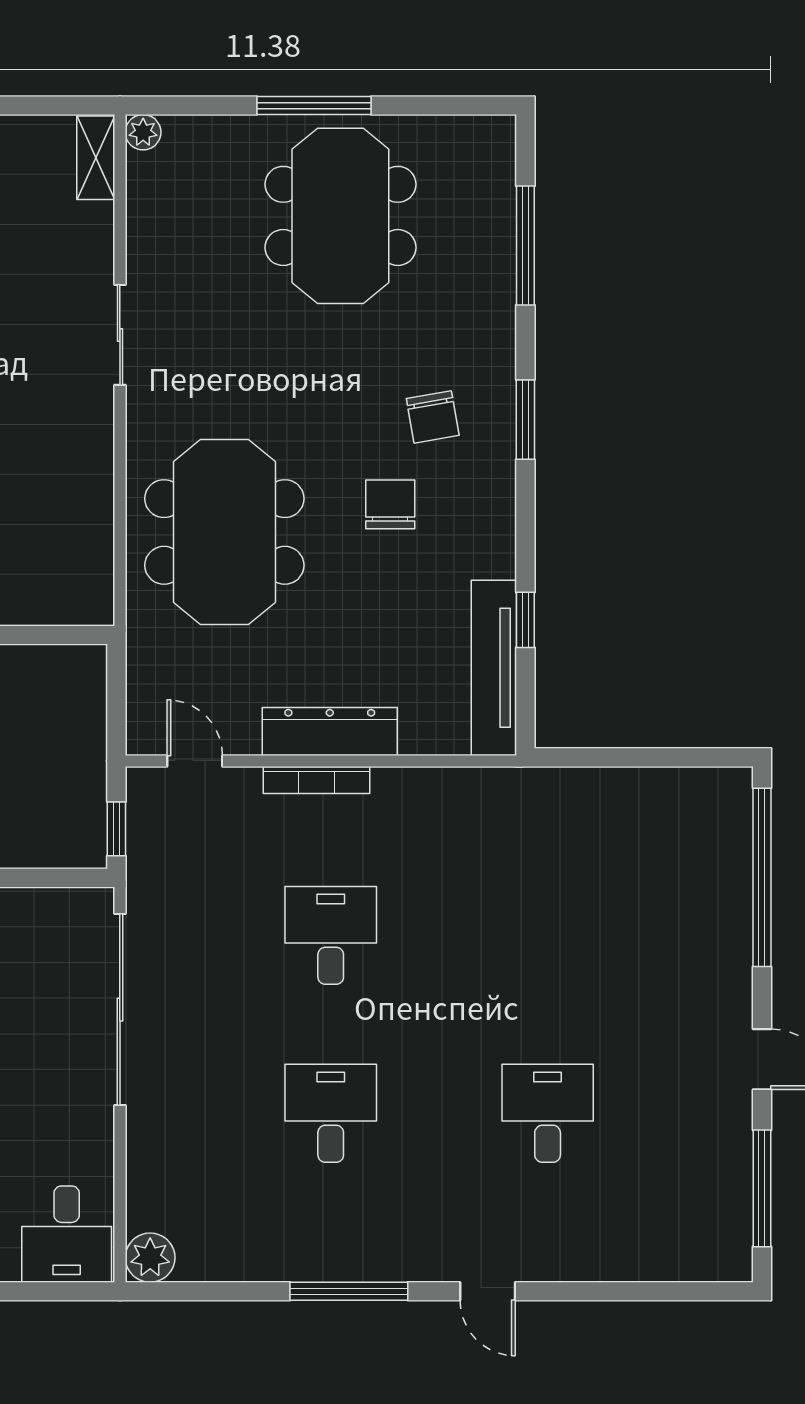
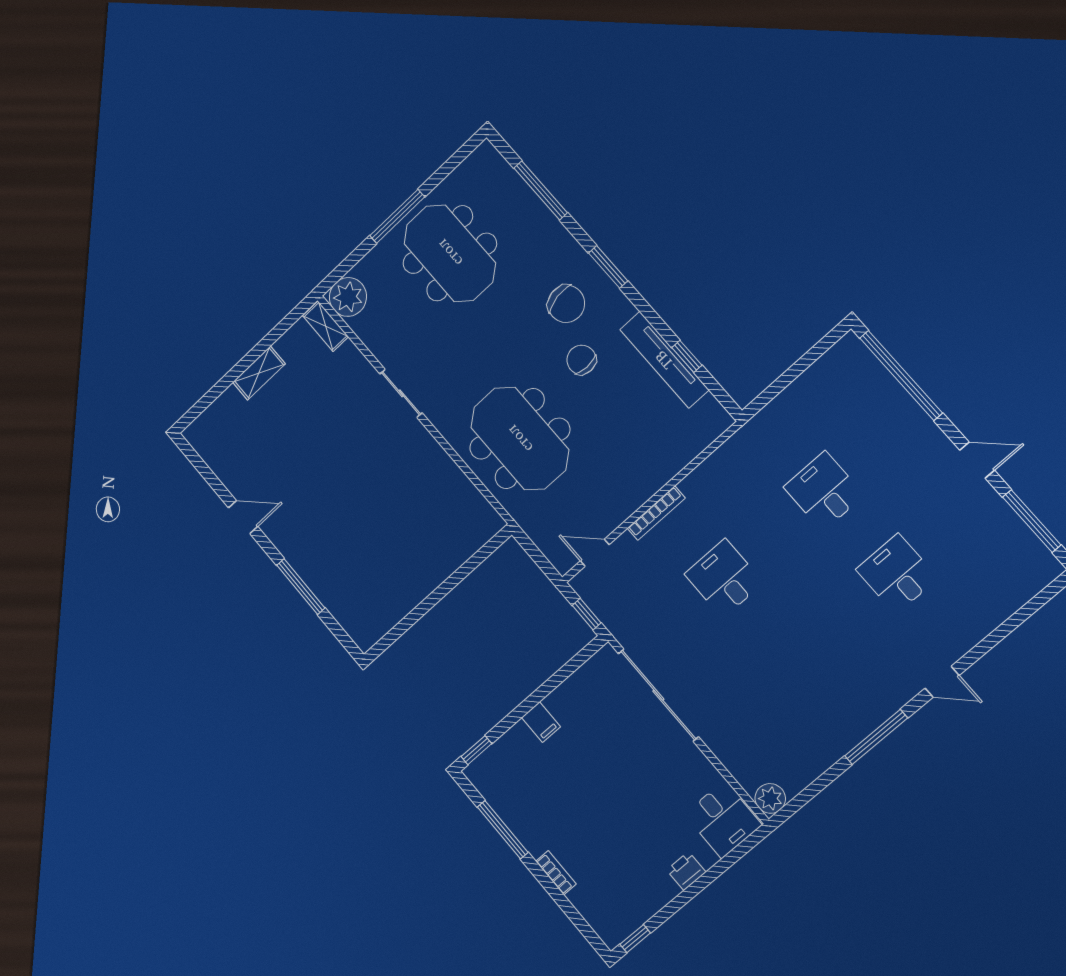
plant: (143, 132) -> (348, 297), width x1.87, depth x1.87
chair: (433, 417) -> (566, 304), width x1.37, depth x1.37
tv unit: (494, 668) -> (664, 360), moved
dresser: (330, 732) -> (643, 486), removed
desk: (331, 1113) -> (824, 491), moved

